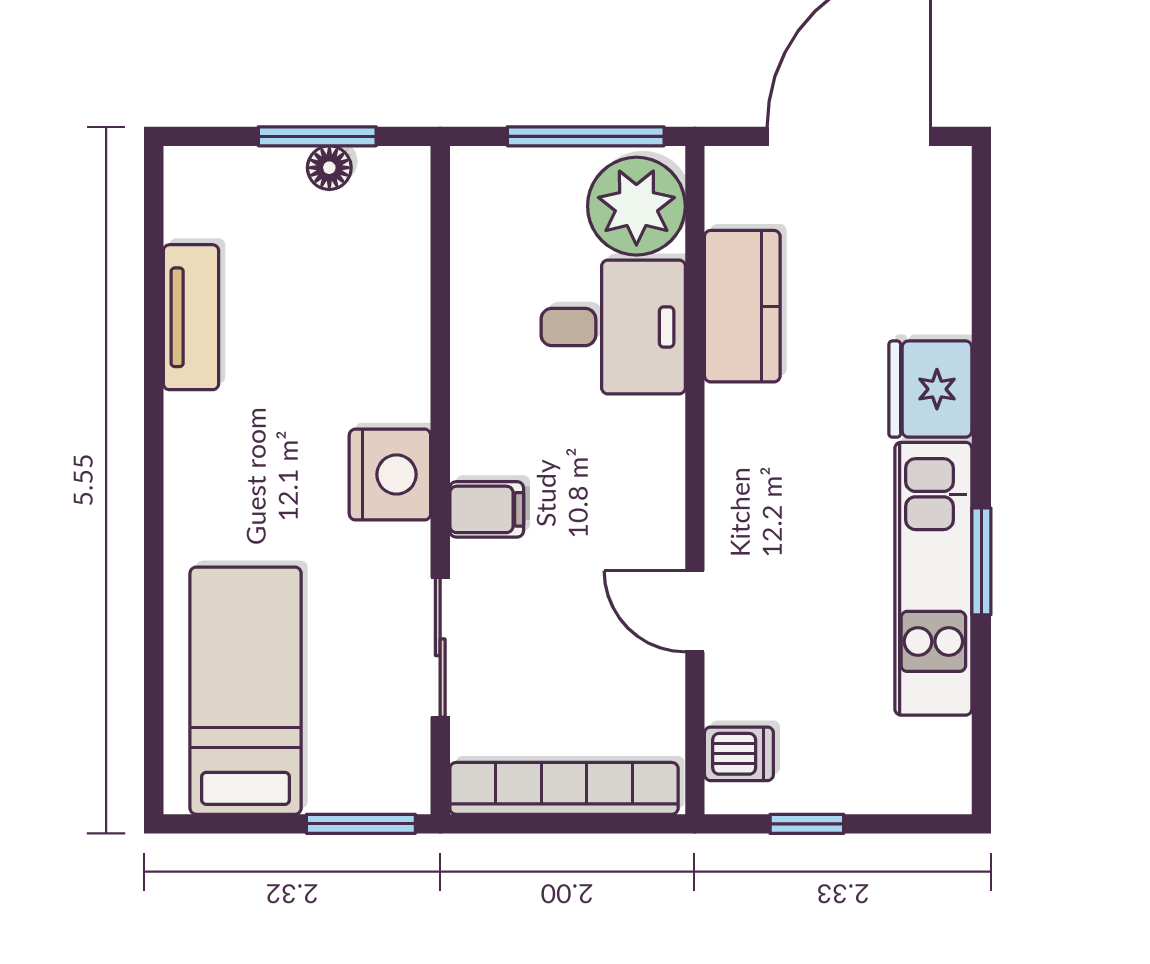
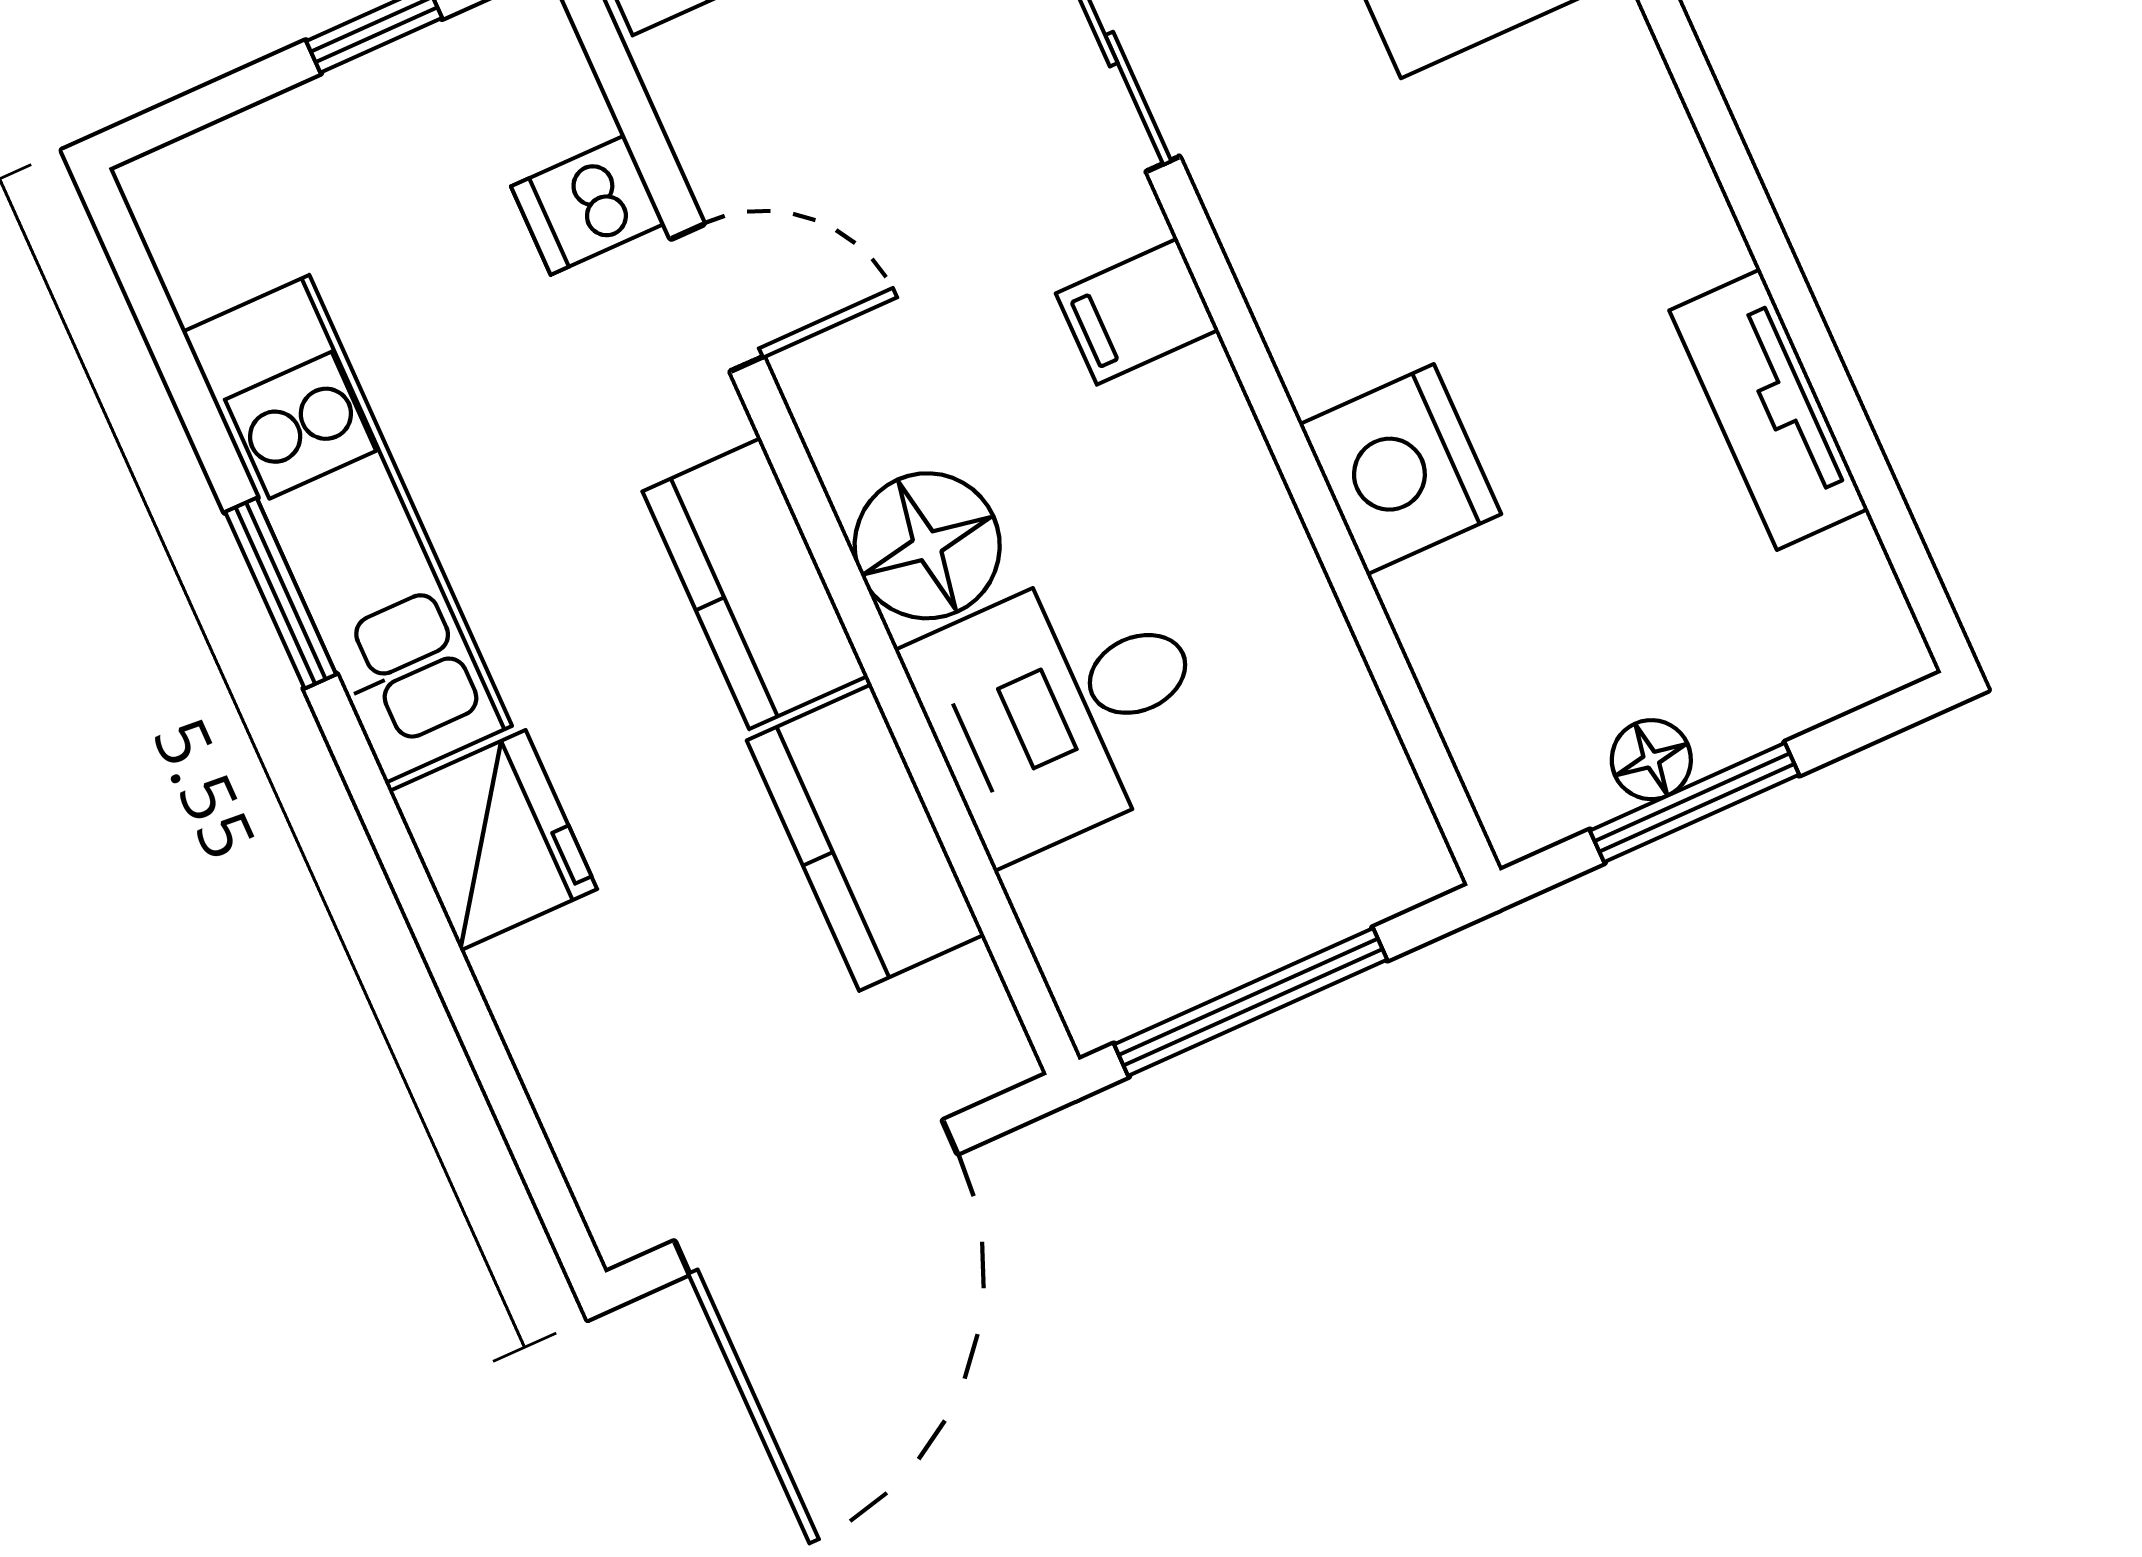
plant: (636, 206) -> (1115, 924), removed
floor lamp: (645, 439) -> (927, 546), added
kitchen counter: (740, 459) -> (755, 584), added
nightstand: (390, 475) -> (1400, 469), moved
dishwasher: (739, 754) -> (588, 205), moved

